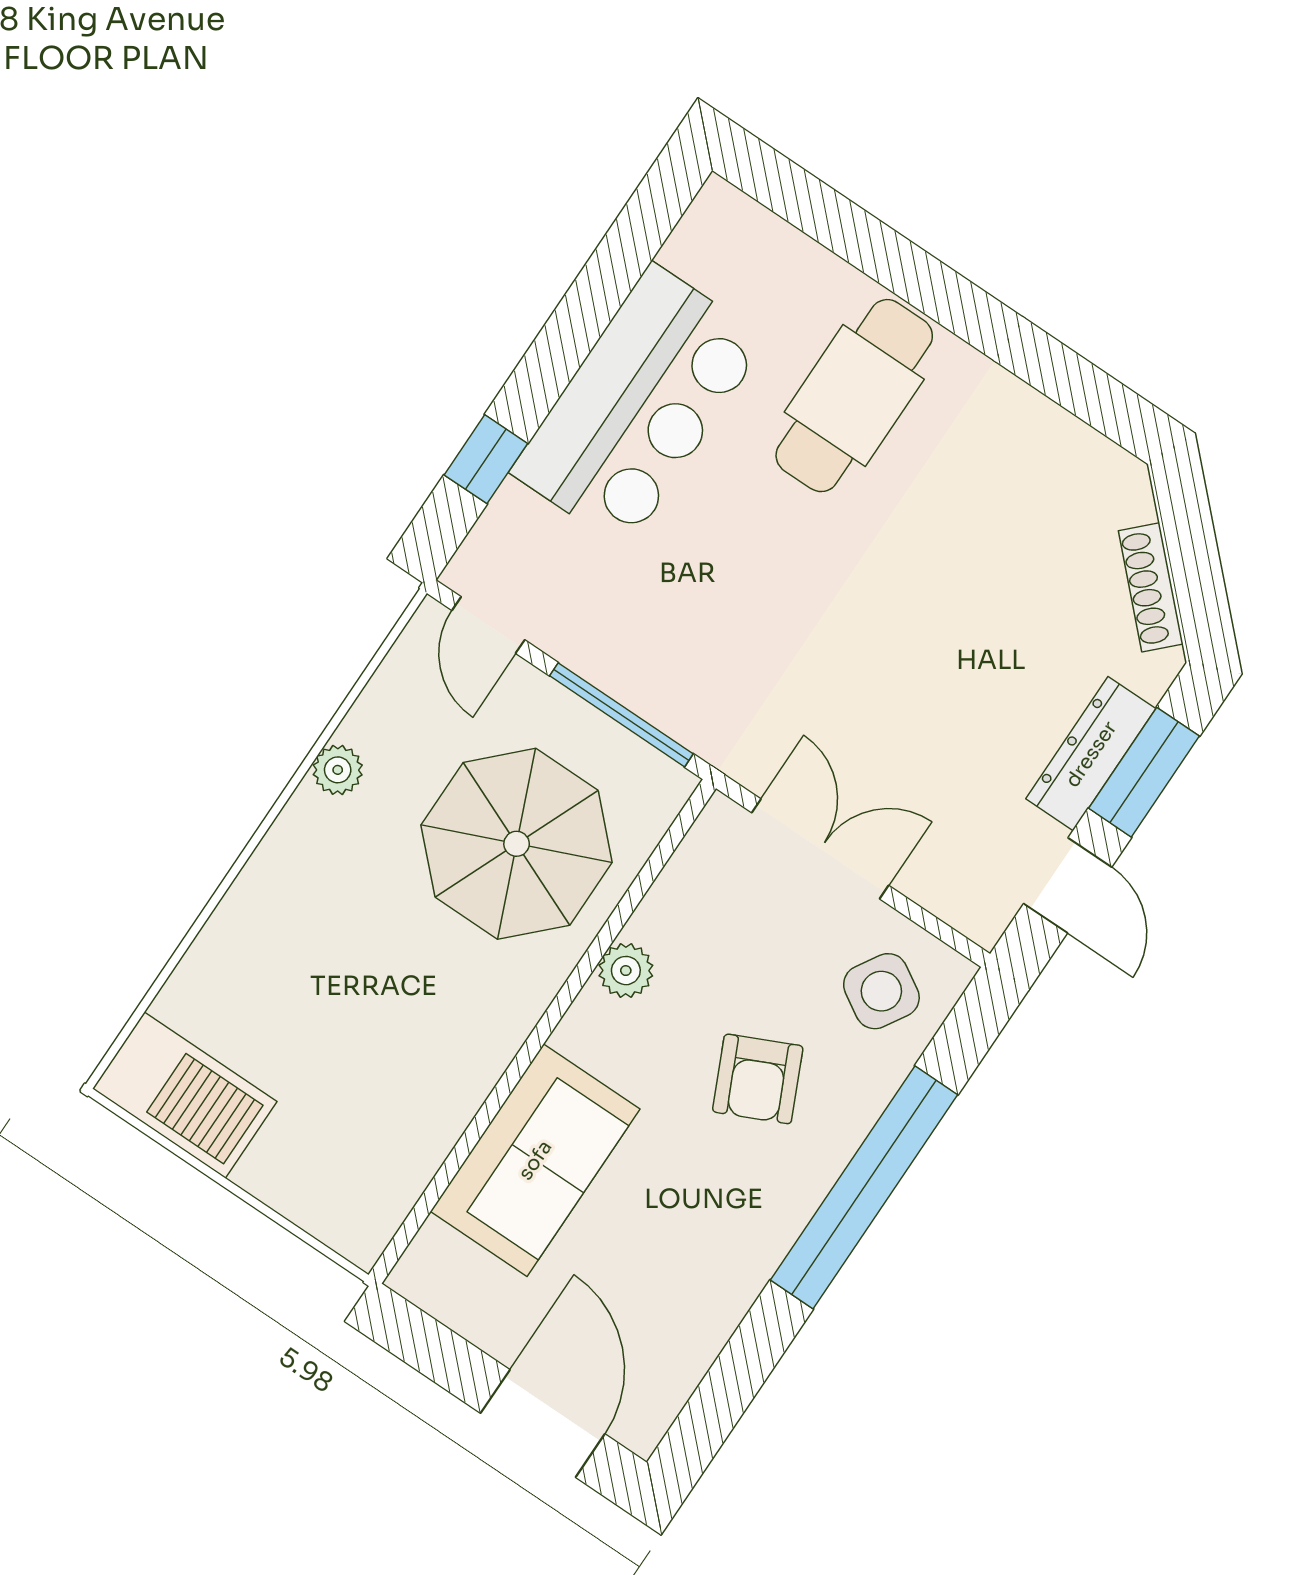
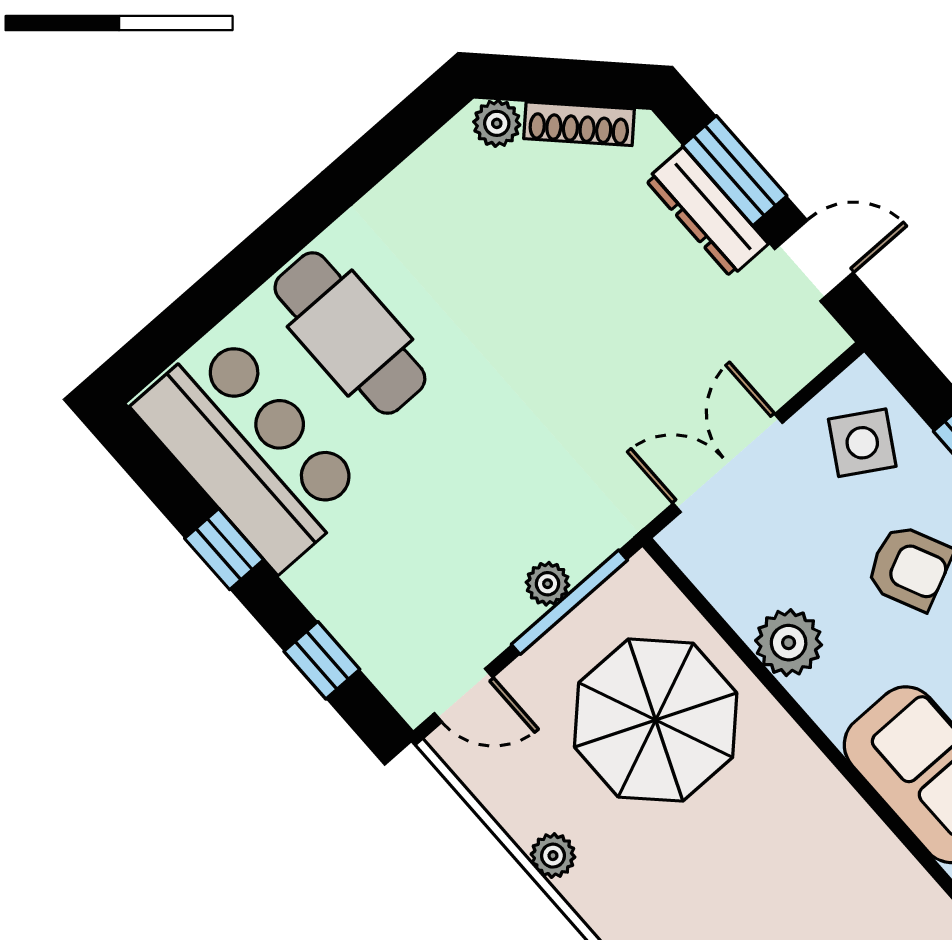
window: (580, 319) -> (224, 549), added
bar counter: (639, 406) -> (250, 450), moved
plant: (1127, 497) -> (497, 123), added
plant: (635, 685) -> (548, 584), added
plant: (626, 971) -> (789, 643), width x1.38, depth x1.38

